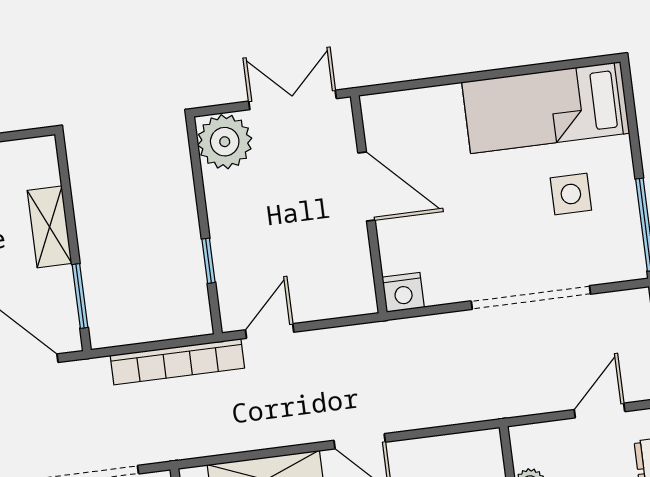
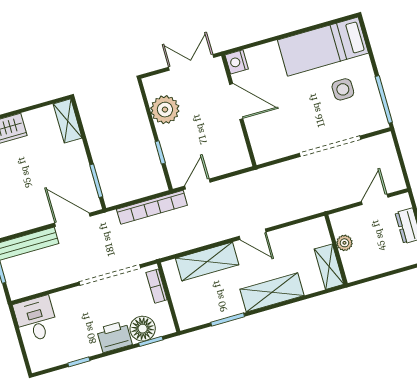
plant: (225, 142) -> (165, 110), moved
shelving: (50, 227) -> (68, 121), moved
nightstand: (403, 292) -> (237, 62), moved, turned 90

